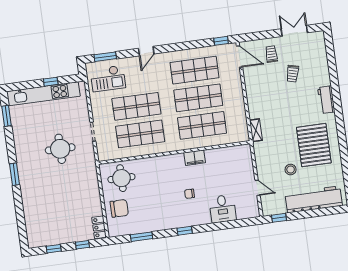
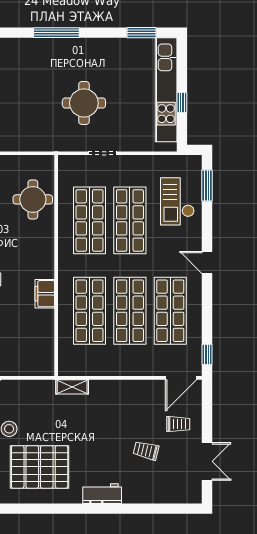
door: (146, 51) -> (207, 263), moved
checkout: (108, 78) -> (177, 201), moved
window: (15, 174) -> (56, 33), width x1.44
round table: (121, 178) -> (33, 199), moved

